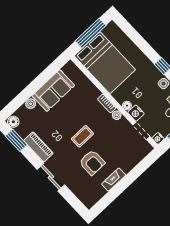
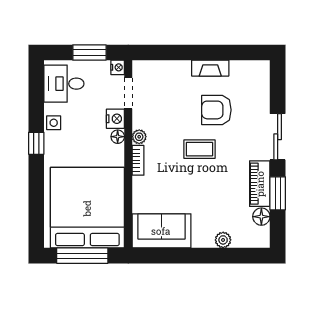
bed: (105, 63) -> (87, 208), width x1.36
sofa: (53, 91) -> (161, 231), moved
floor lamp: (13, 122) -> (261, 217), moved
window: (16, 140) -> (278, 193), moved
armchair: (92, 162) -> (216, 110), turned -90

